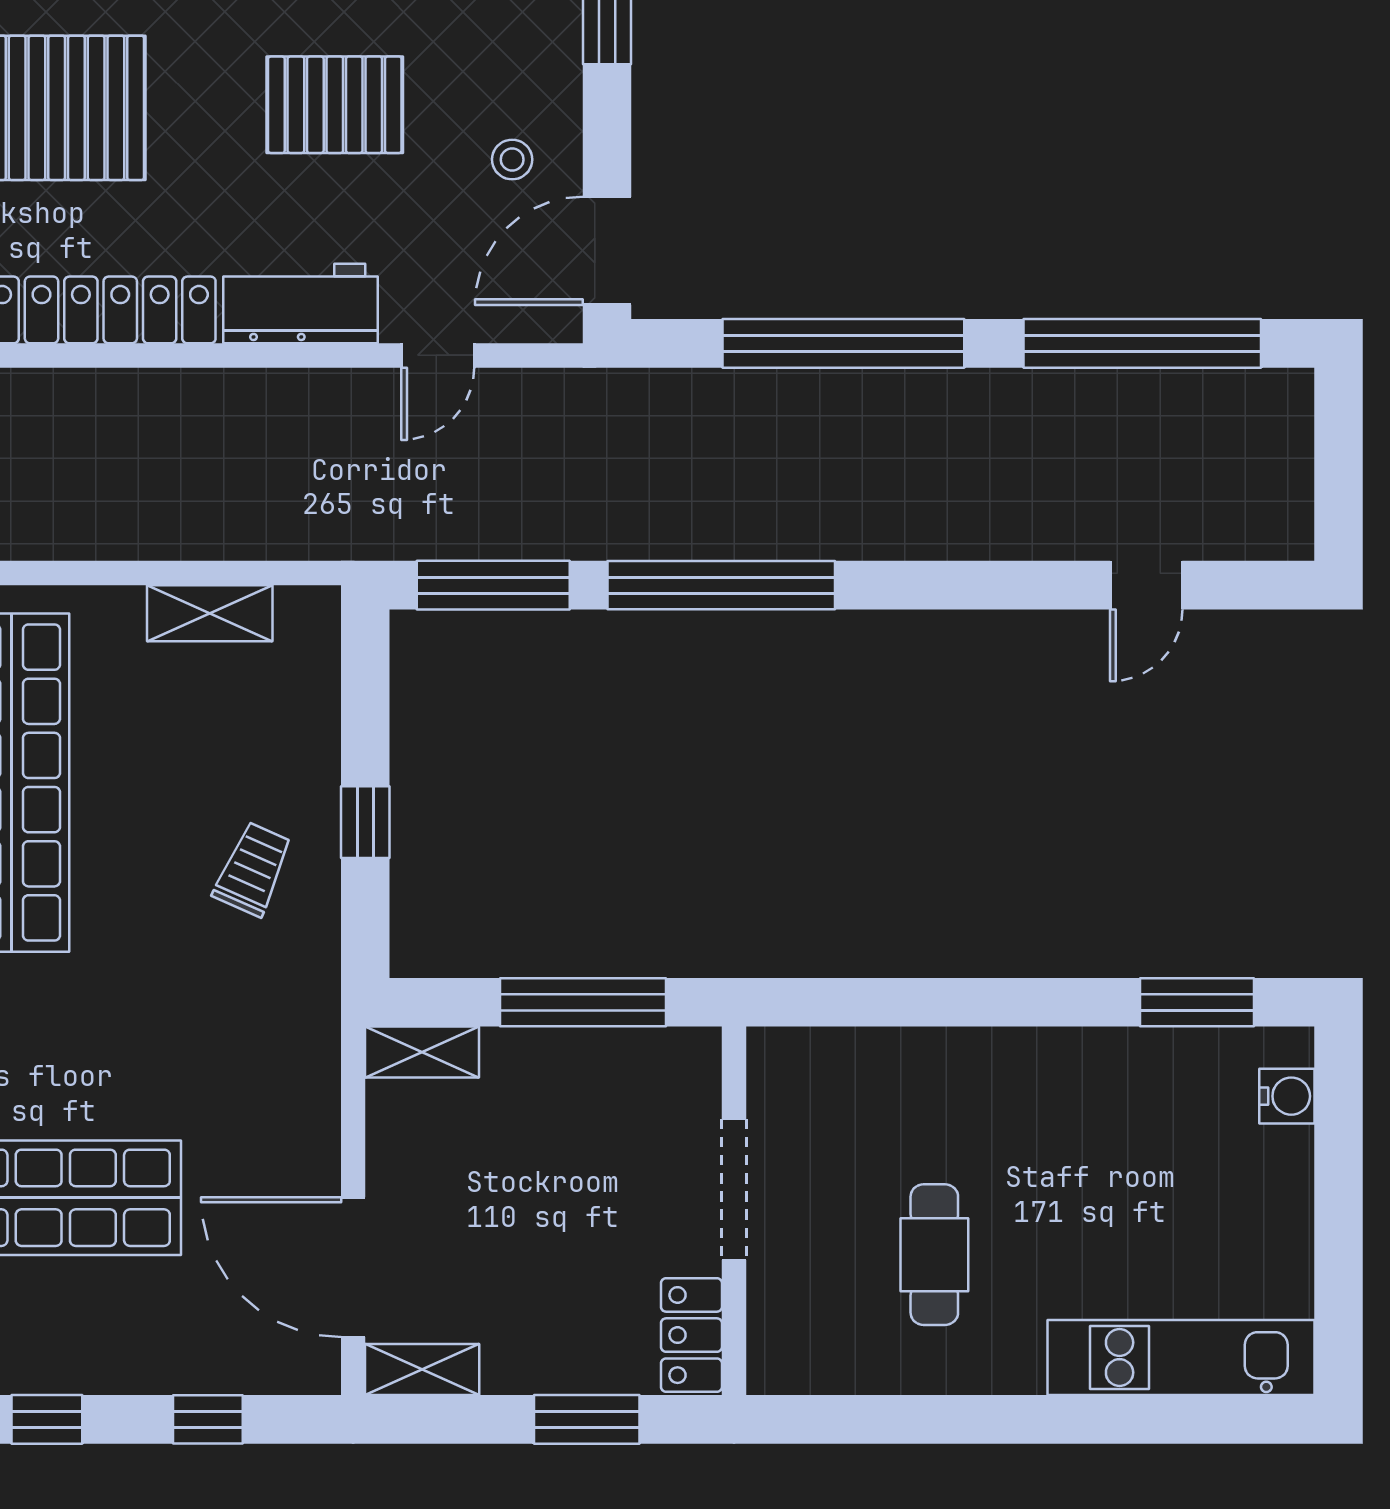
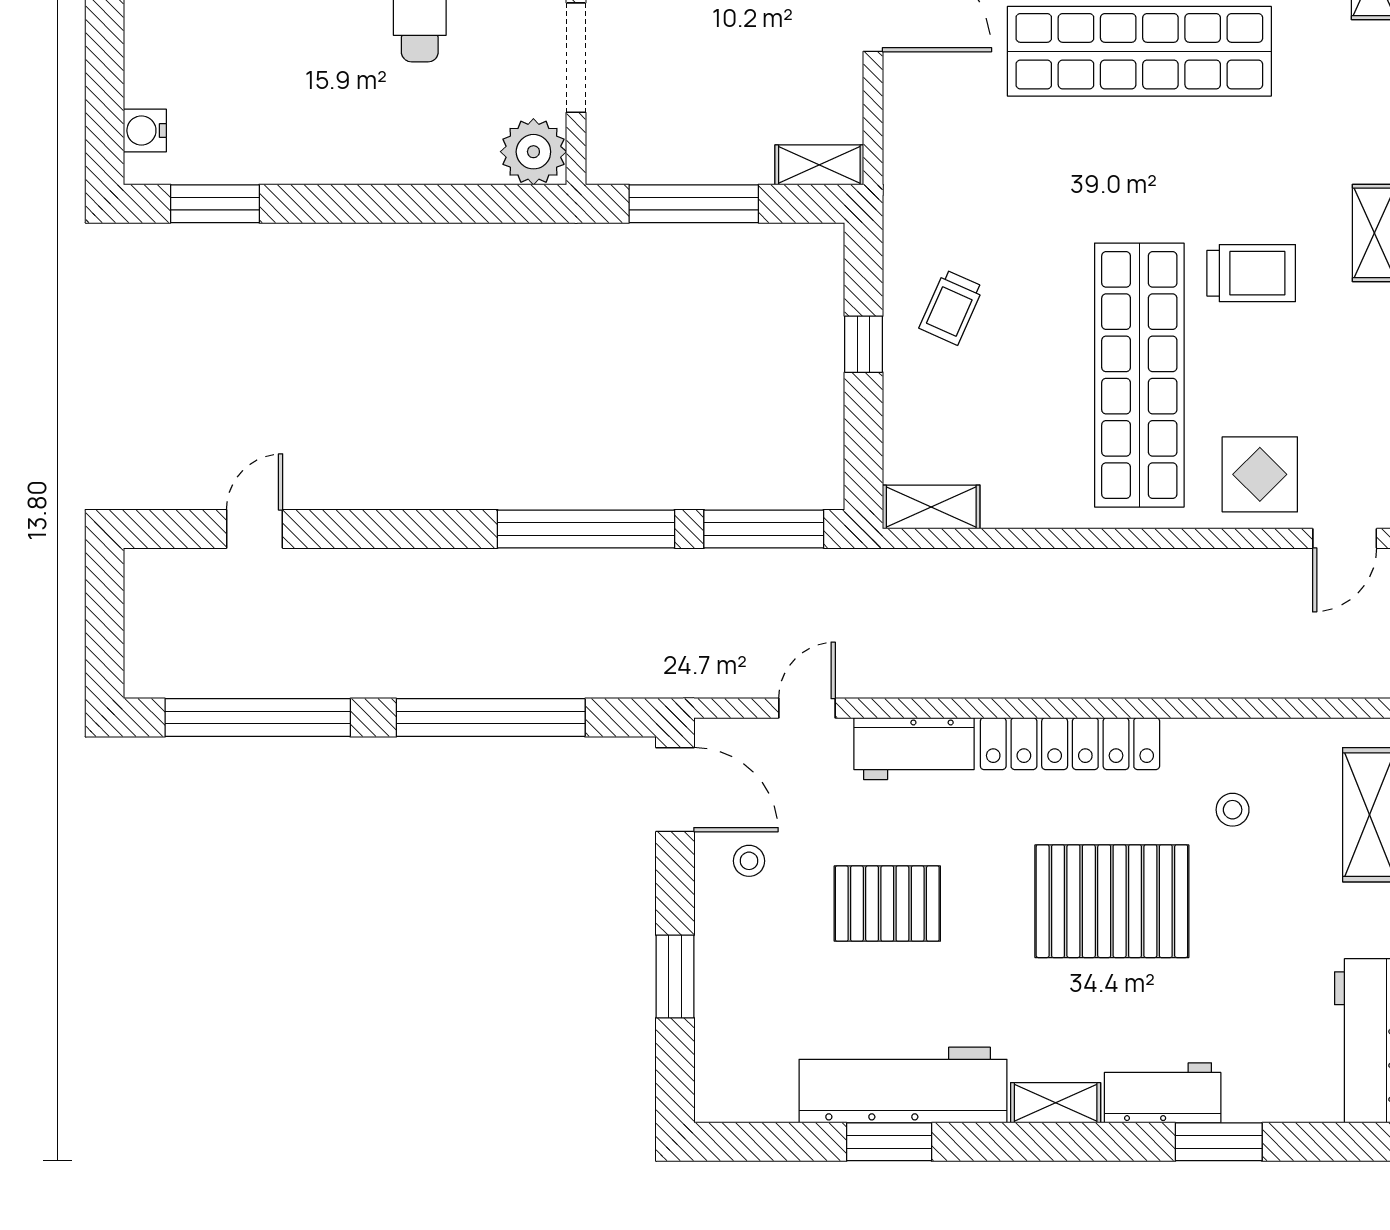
door: (607, 251) -> (675, 790), hinge flipped
shelving: (210, 613) -> (931, 507), moved
plant: (789, 1069) -> (533, 152), added

